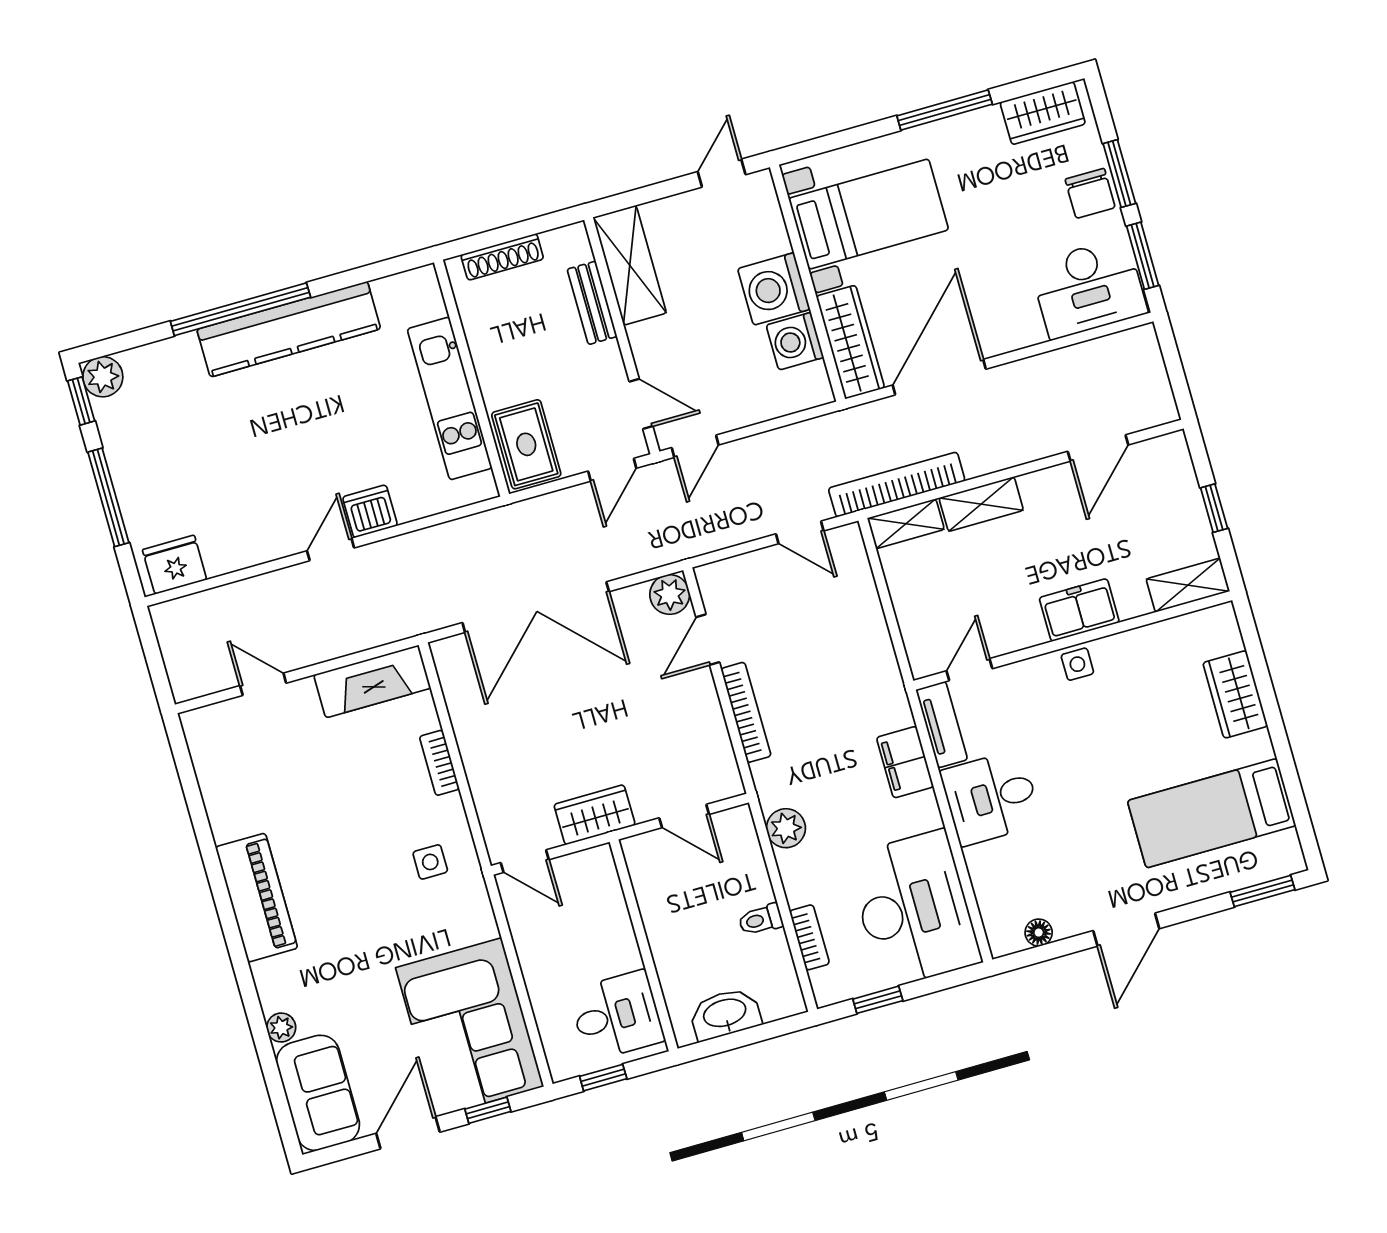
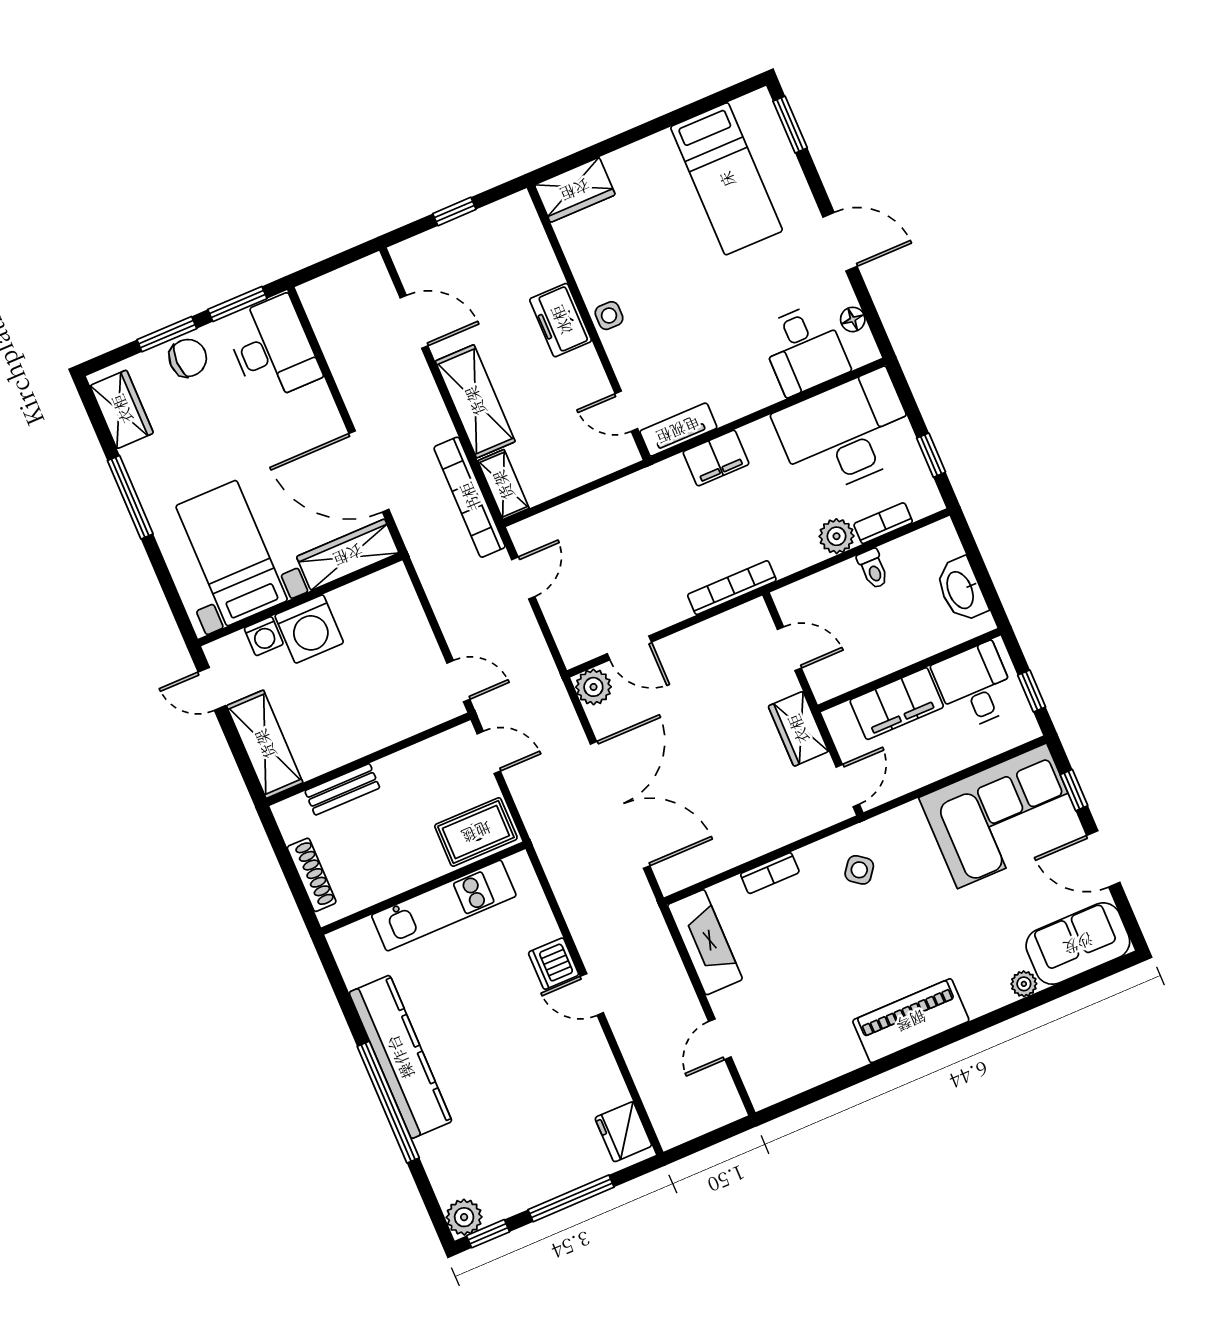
shelving: (630, 265) -> (265, 744), moved, turned 90
washing machine: (795, 341) -> (264, 636), moved, width x0.73, depth x0.73
door: (641, 404) -> (427, 734), removed
shelving: (981, 504) -> (475, 401), width x1.50, depth x1.33
shelving: (1188, 585) -> (526, 226), removed
wardrobe: (1235, 694) -> (575, 190), moved
bookcase: (746, 712) -> (732, 588), moved
desk: (991, 798) -> (804, 349), moved
door: (684, 816) -> (789, 649), hinge flipped
plant: (786, 828) -> (837, 536), moved
side table: (430, 862) -> (859, 870), turned 37
filing cabinet: (608, 927) -> (897, 704), added

